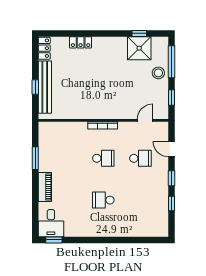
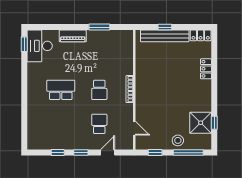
school desk: (140, 158) -> (99, 124), turned 180
school desk: (103, 200) -> (61, 90), width x1.85
desk: (51, 223) -> (40, 46), width x1.37

